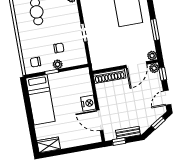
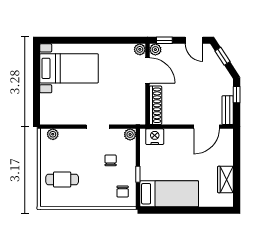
window: (155, 30) -> (109, 40), removed
plant: (58, 64) -> (130, 134), moved
nightstand: (88, 103) -> (155, 137), moved
bench: (128, 133) -> (228, 110), moved
window: (119, 142) -> (237, 95), moved
wardrobe: (49, 145) -> (225, 179), moved

